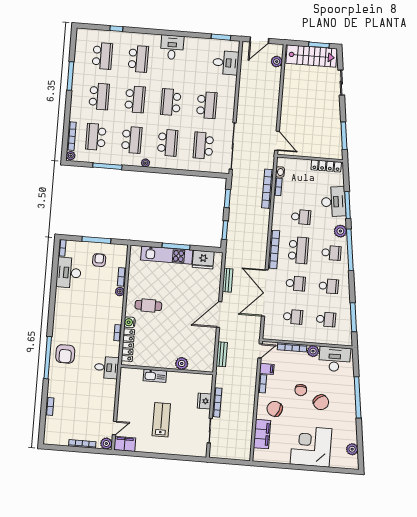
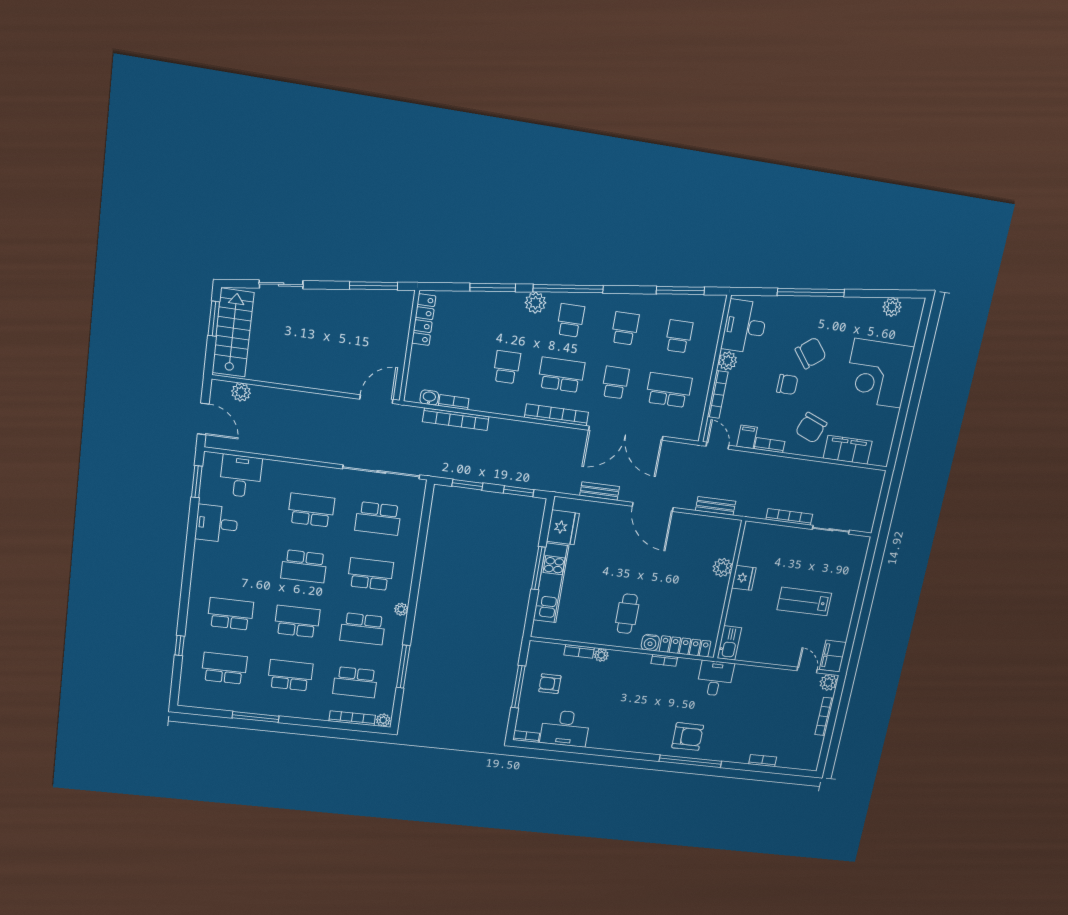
desk: (172, 47) -> (217, 524), moved
school desk: (132, 140) -> (363, 629), turned 180
desk: (333, 202) -> (485, 311), removed
school desk: (293, 317) -> (669, 390), width x1.85
kitchen sink: (155, 376) -> (729, 643), moved
fridge: (204, 401) -> (744, 578), moved, turned -90

